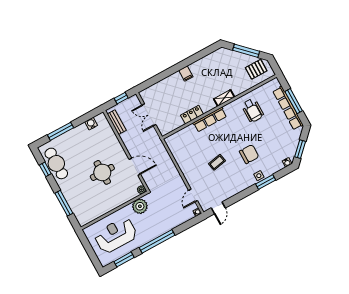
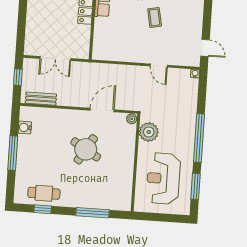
window: (60, 131) -> (13, 153), moved
cafe table: (56, 163) -> (44, 193), width x0.73, depth x0.74
round table: (102, 172) -> (86, 149), turned 31
door: (193, 195) -> (159, 66), moved

